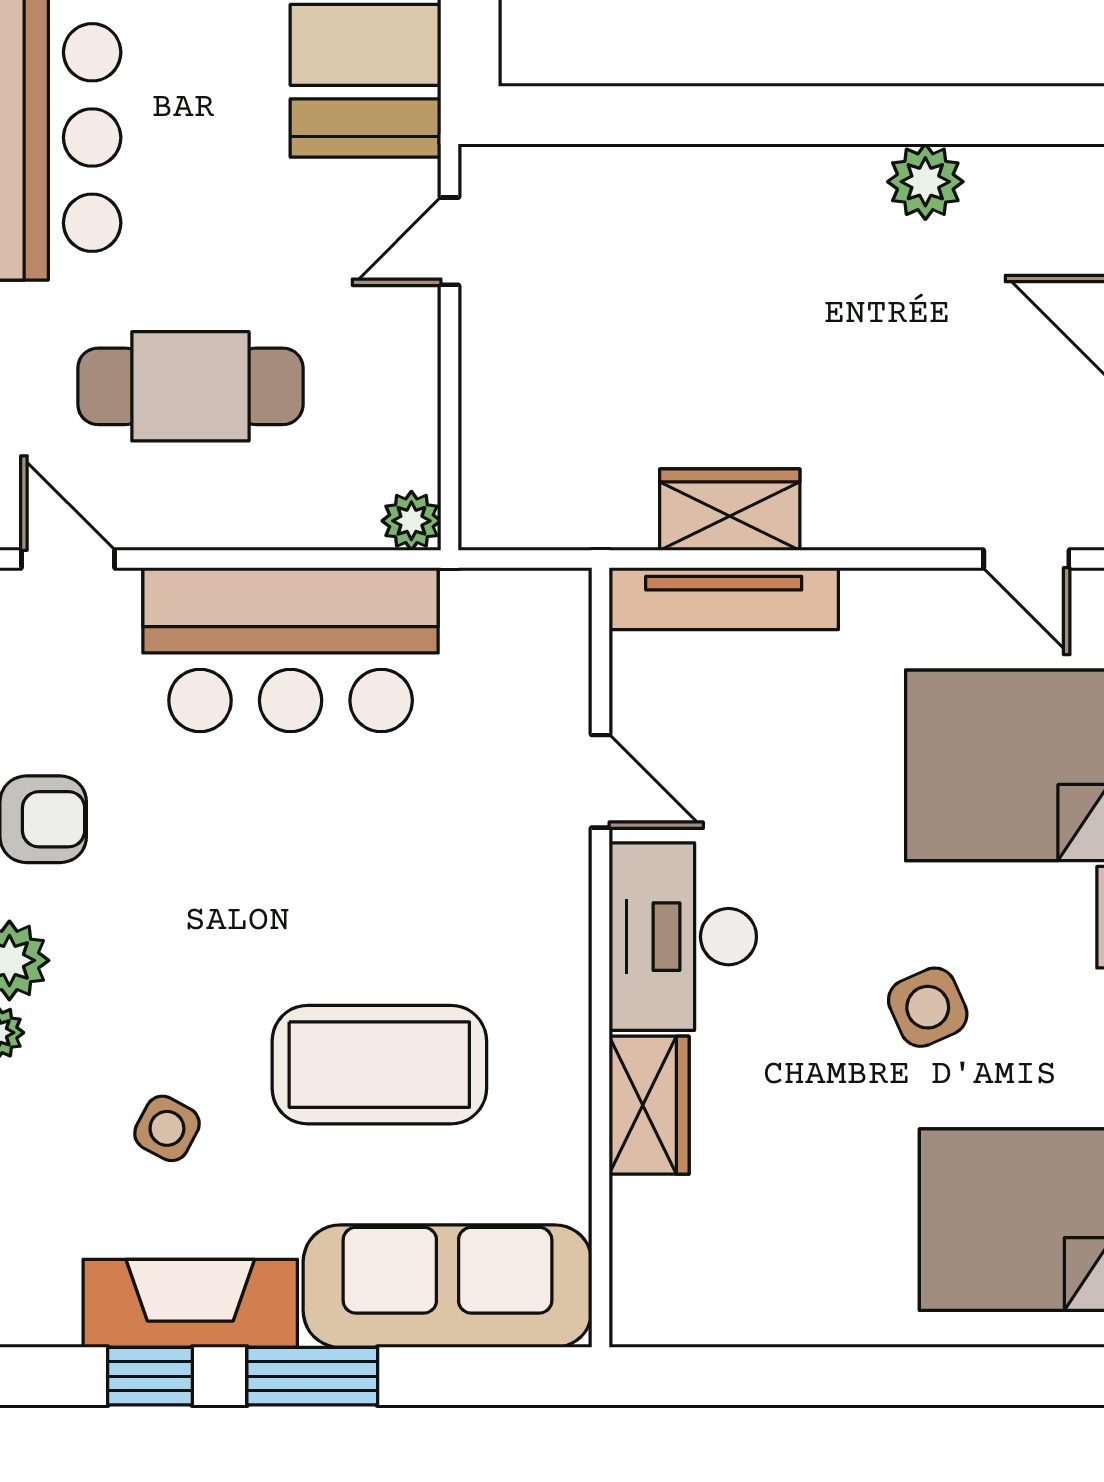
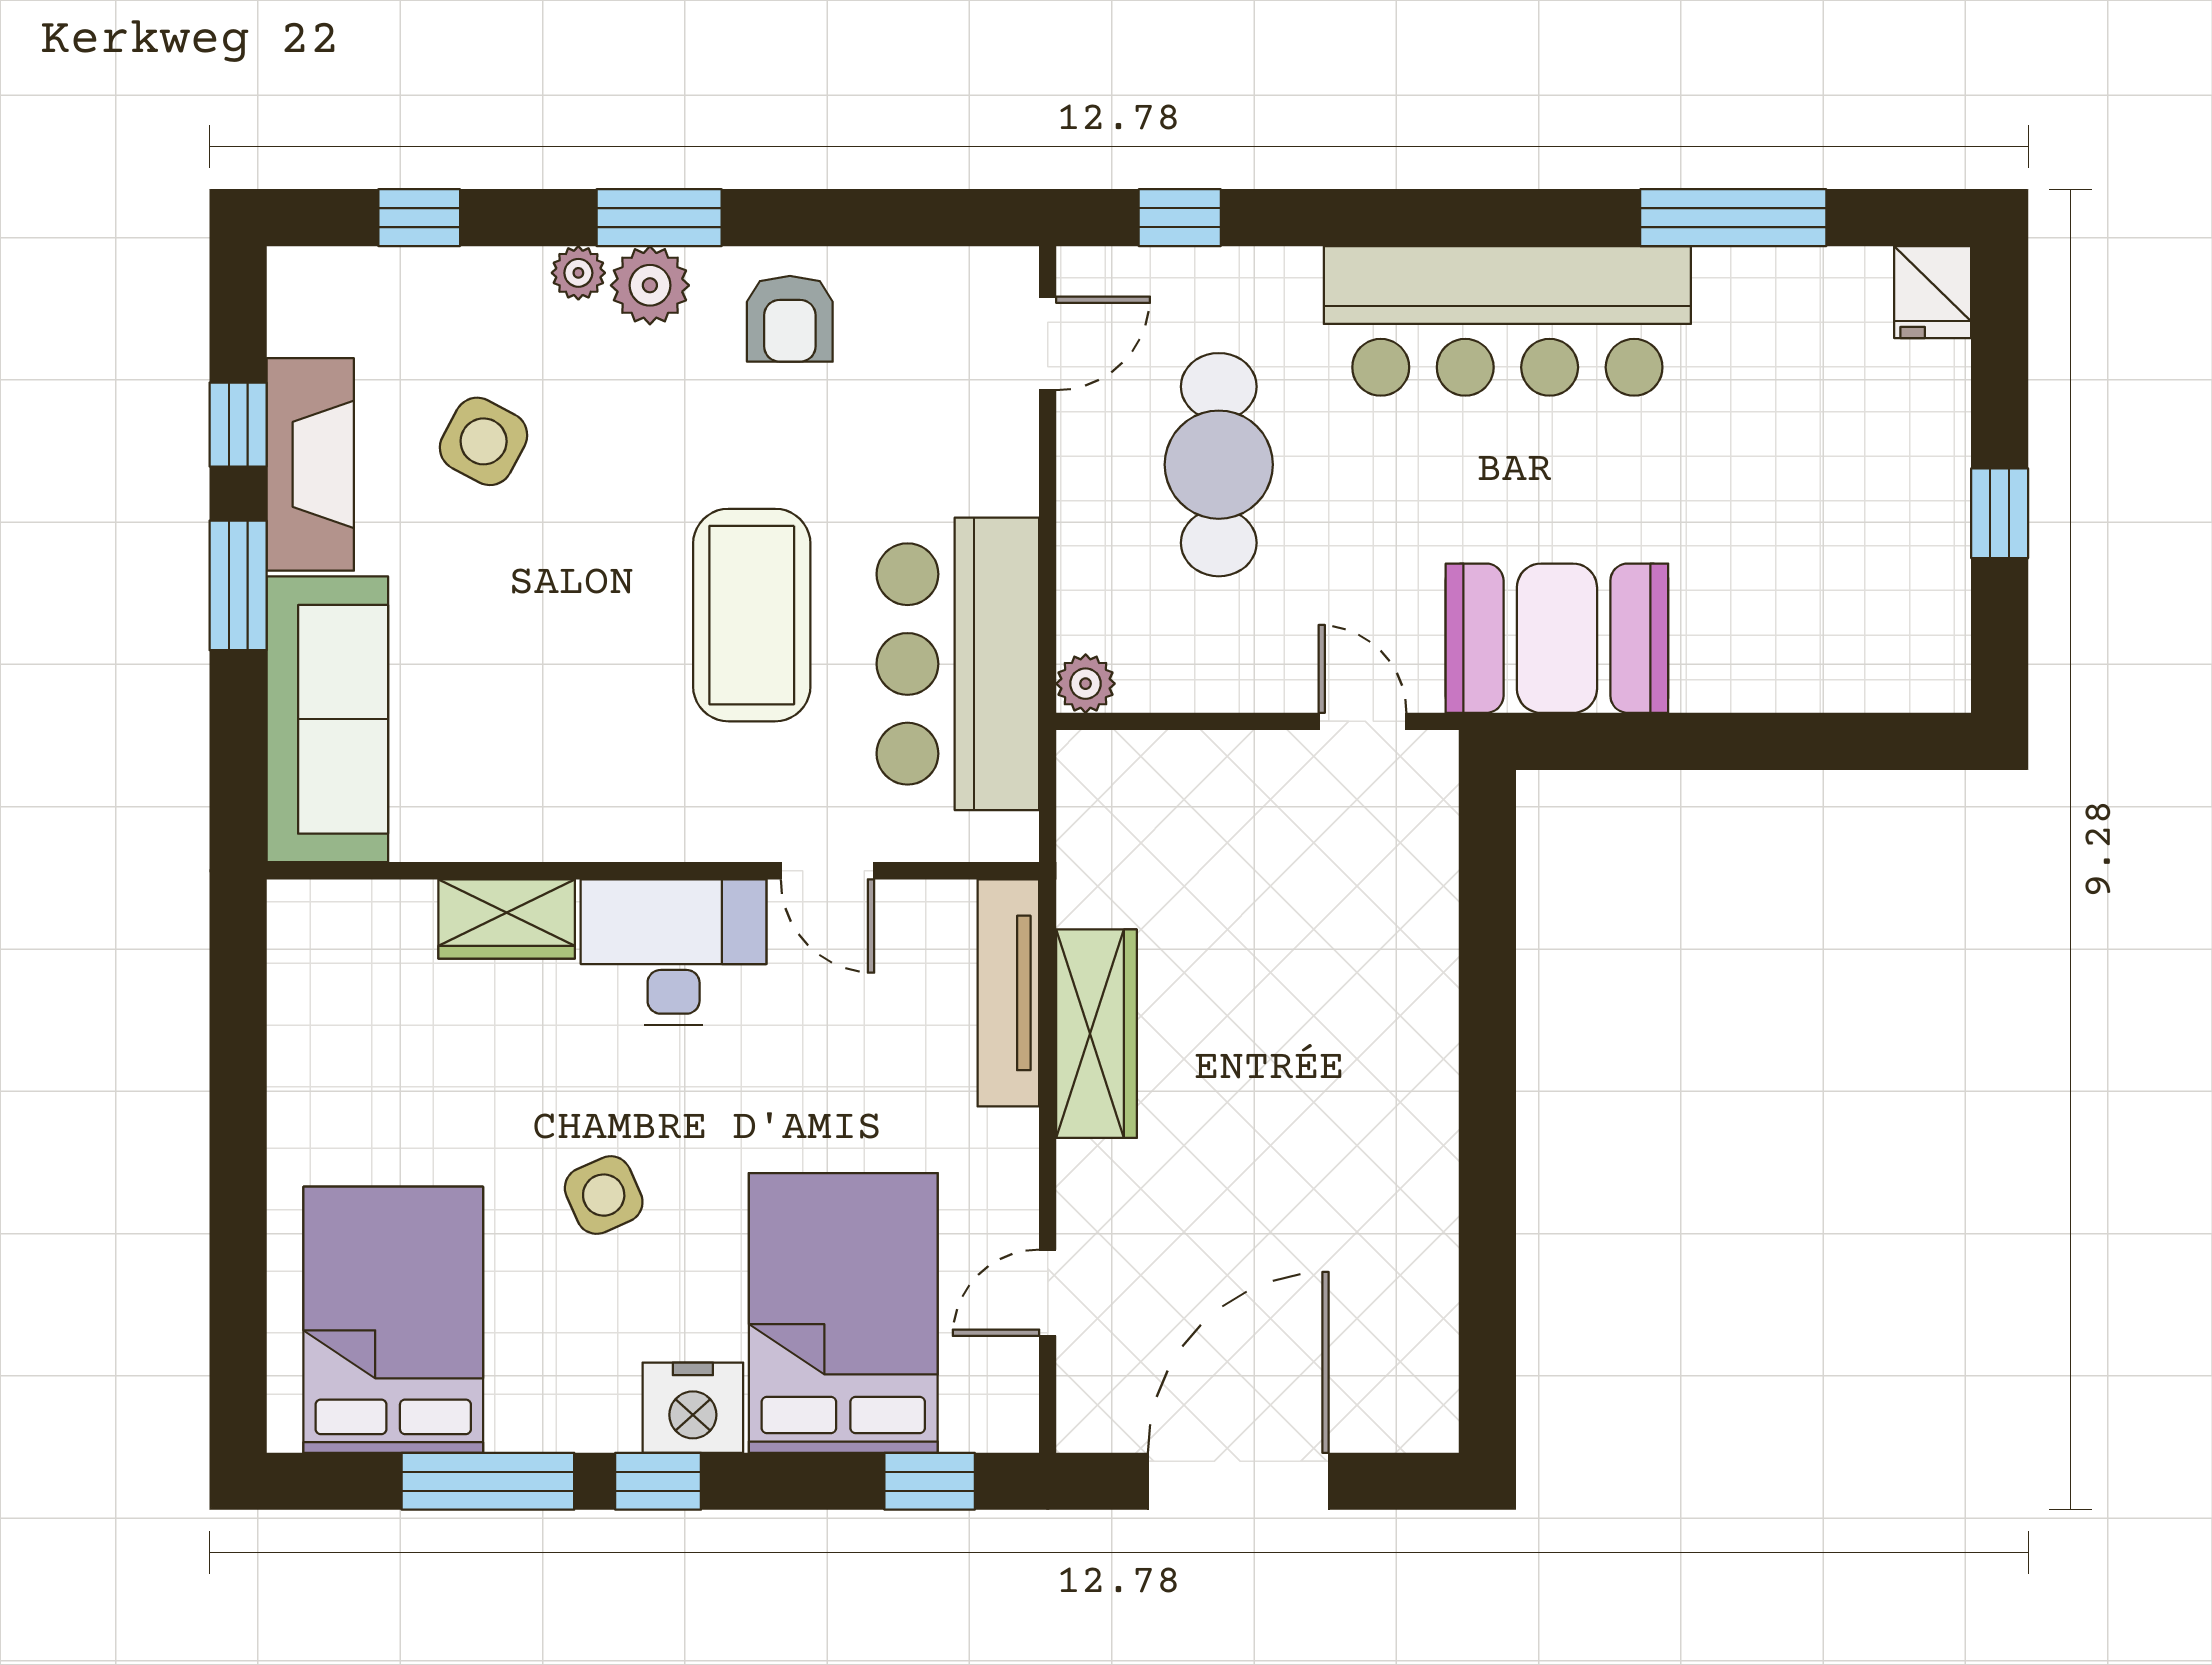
plant: (925, 182) -> (1421, 1193), removed
wardrobe: (730, 510) -> (1097, 1034), width x1.50
bar counter: (291, 650) -> (958, 664), moved
door: (600, 781) -> (827, 871), hinge flipped
coffee table: (379, 1065) -> (752, 615), moved
side table: (167, 1128) -> (484, 441), width x1.37, depth x1.37

